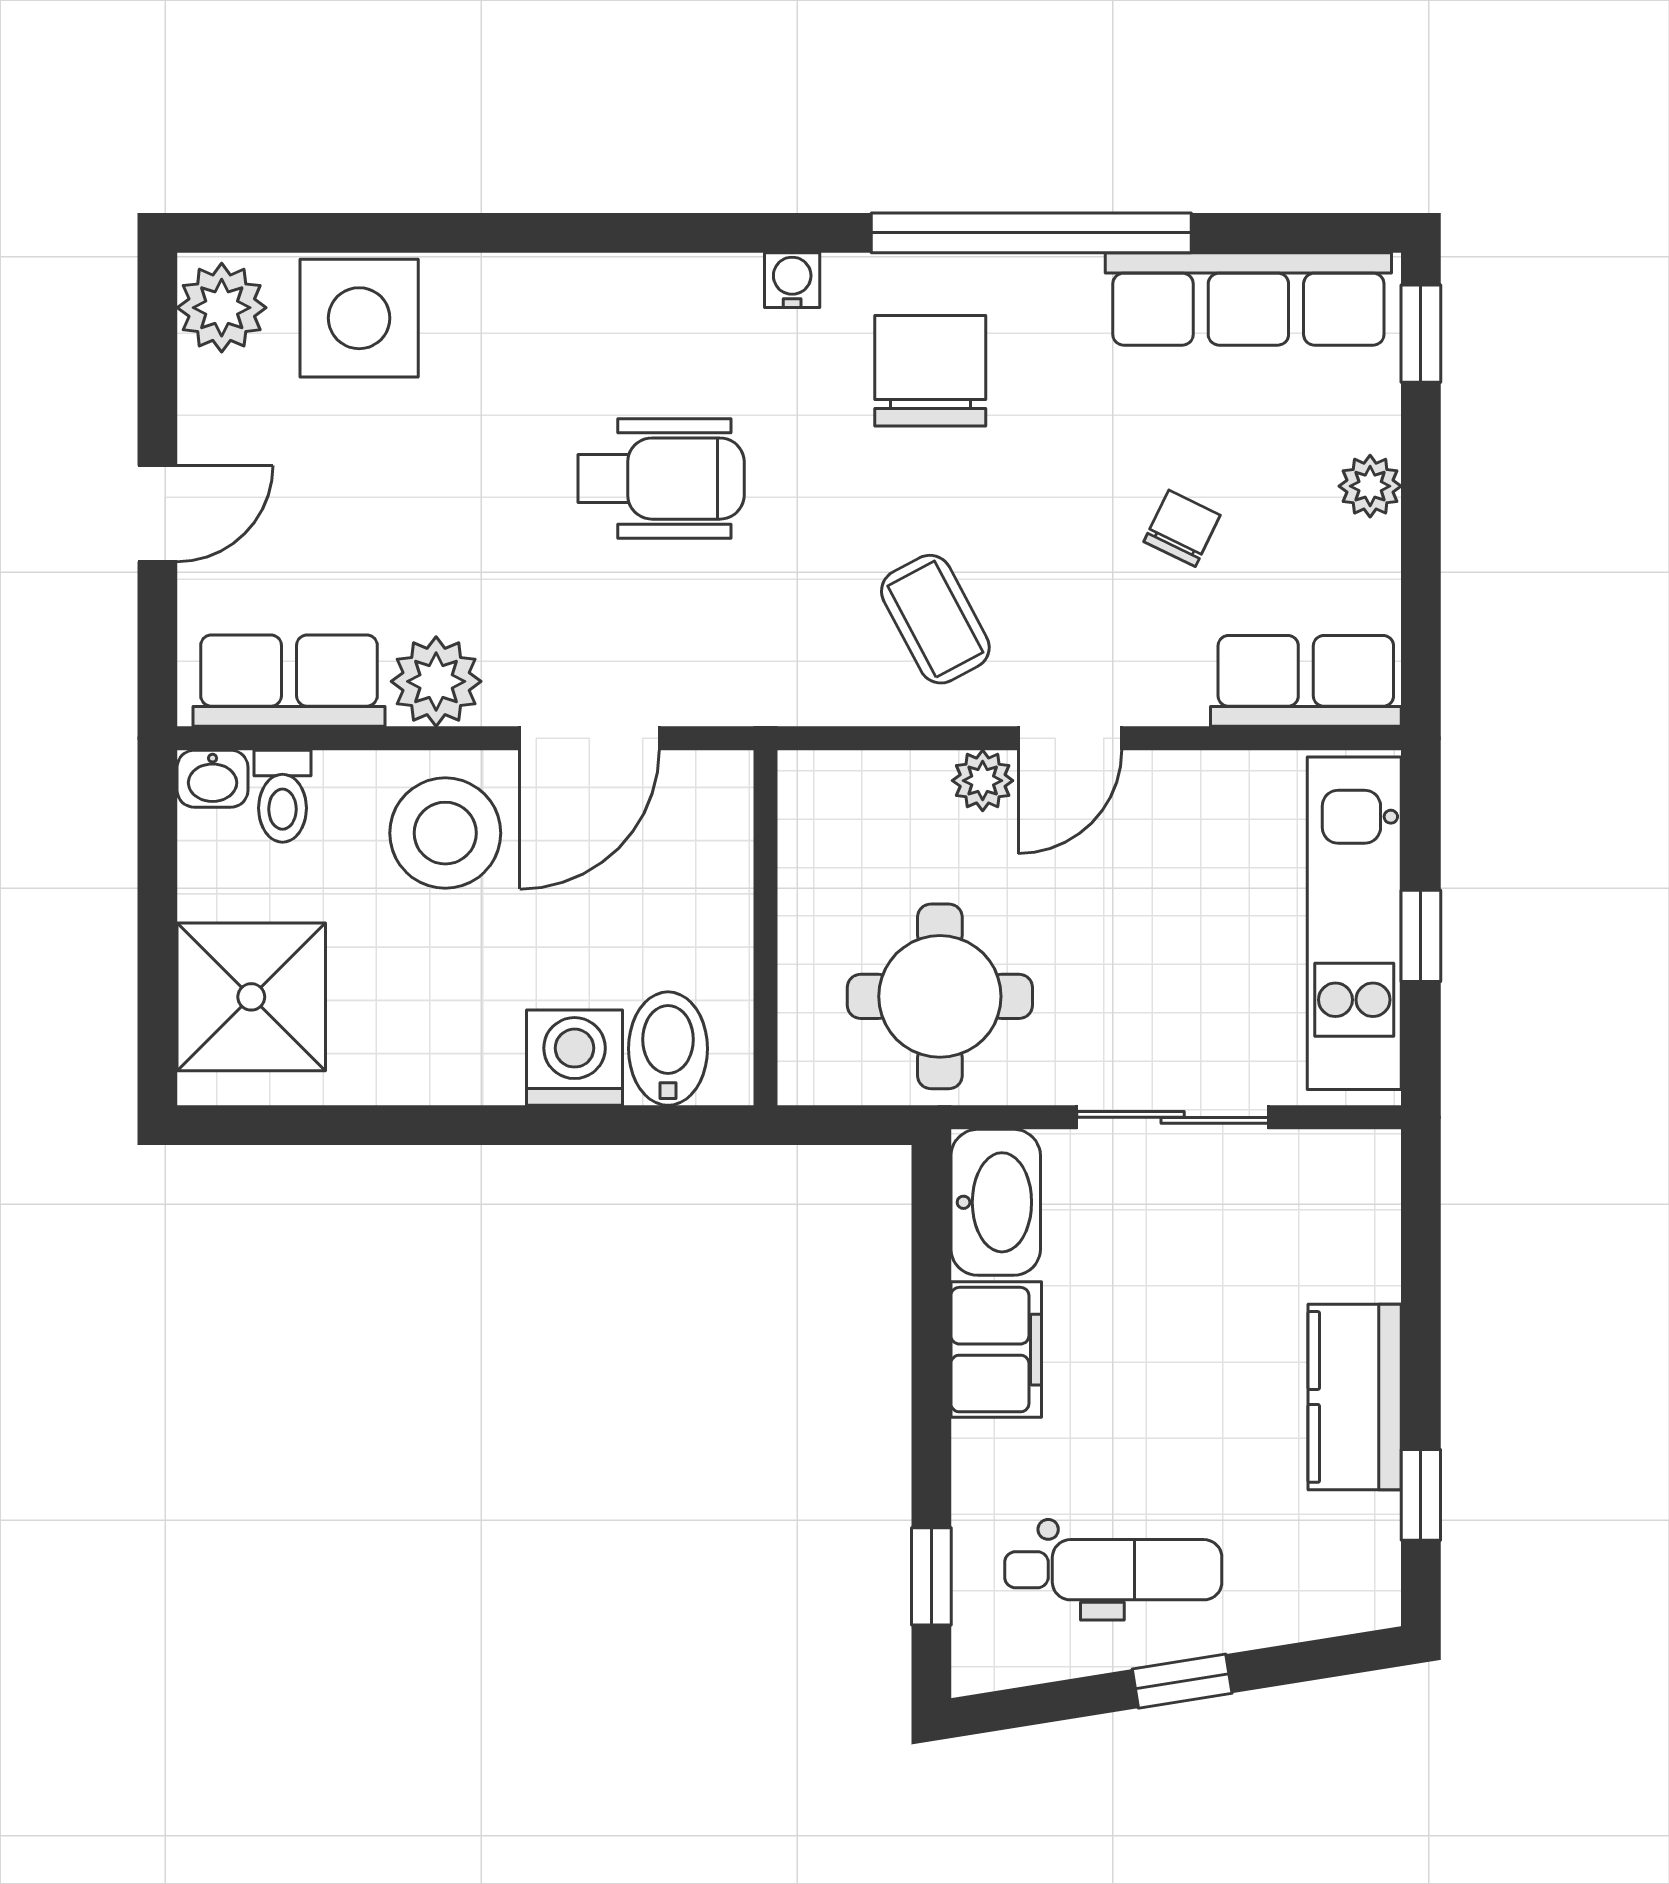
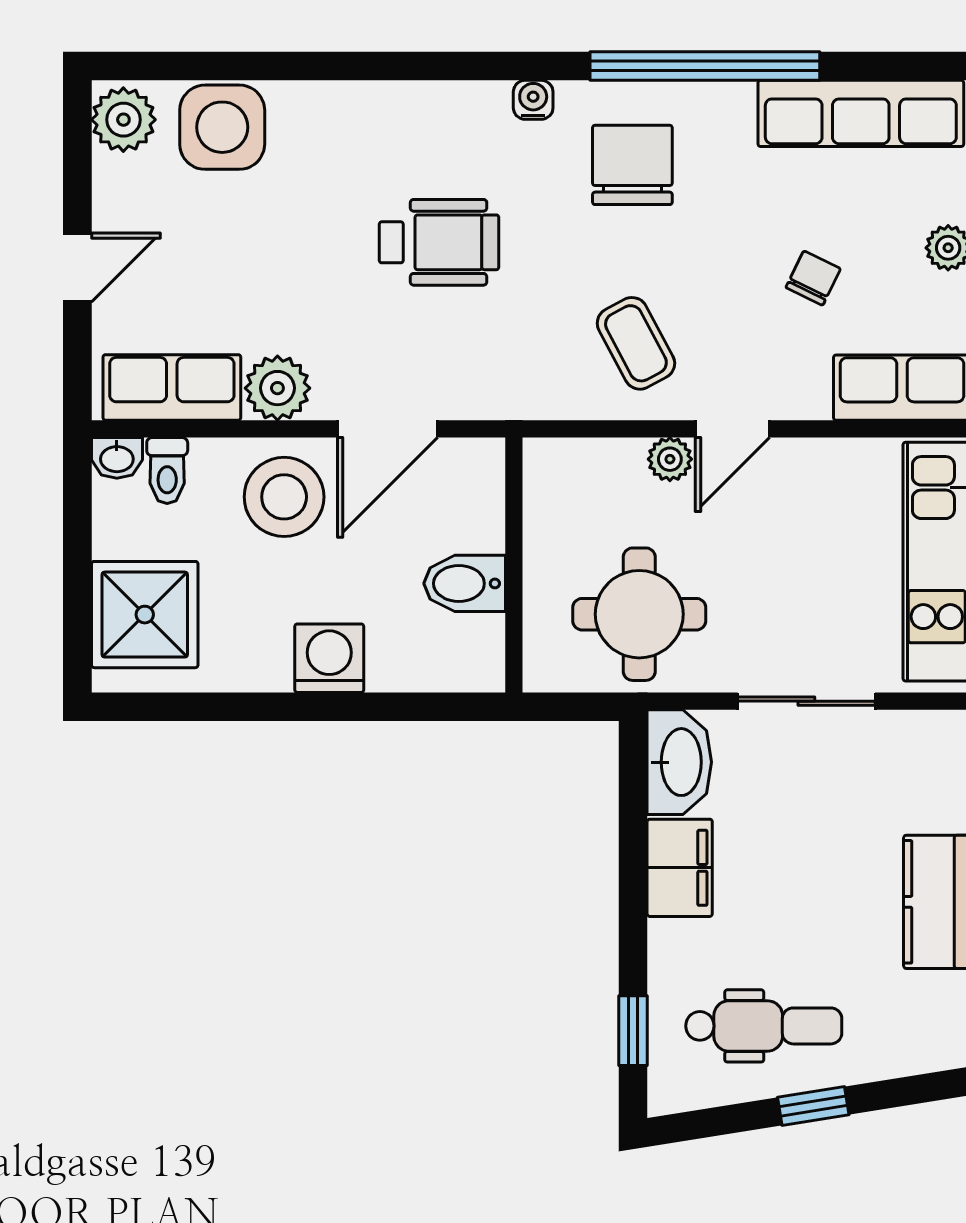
bidet: (668, 1049) -> (465, 583), moved, turned -90
washing machine: (575, 1058) -> (329, 658), moved

